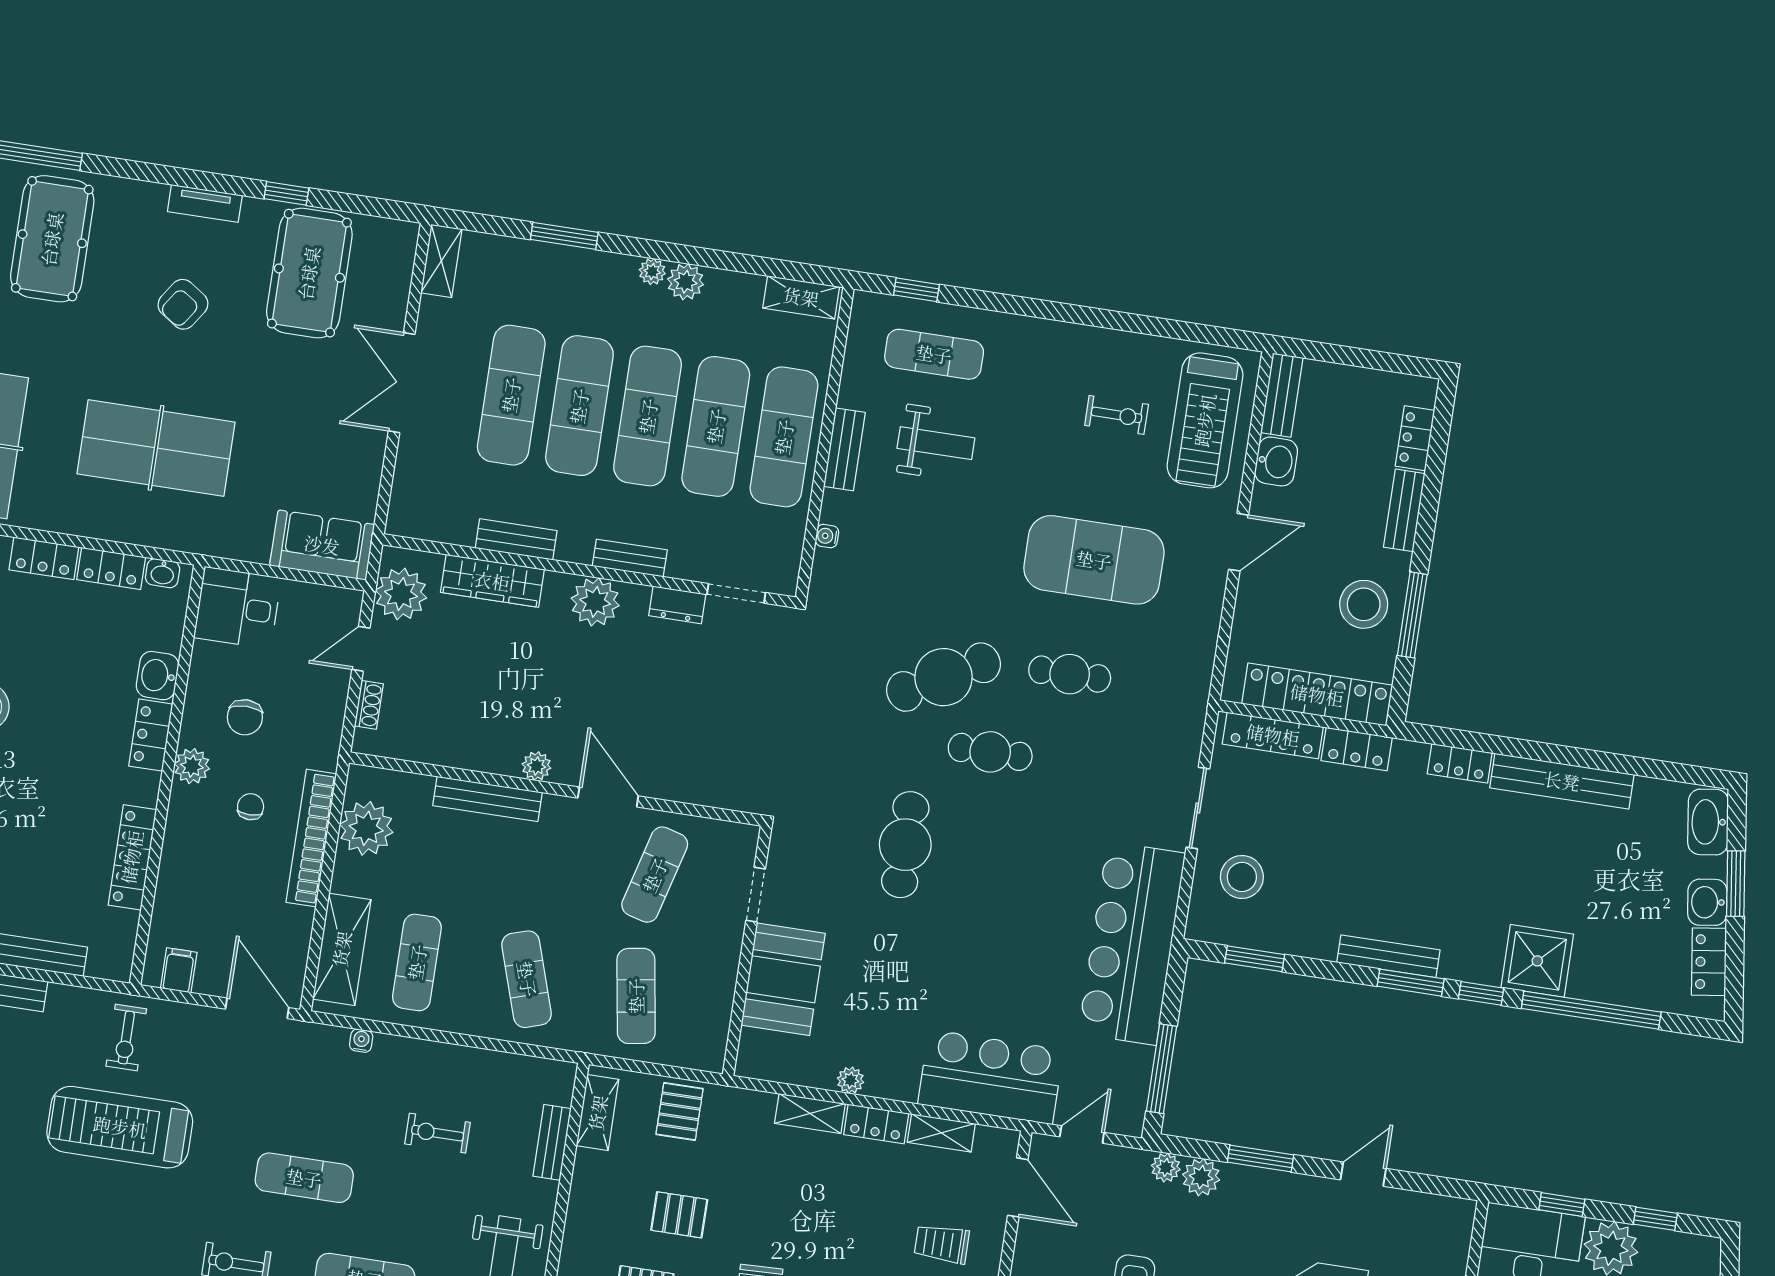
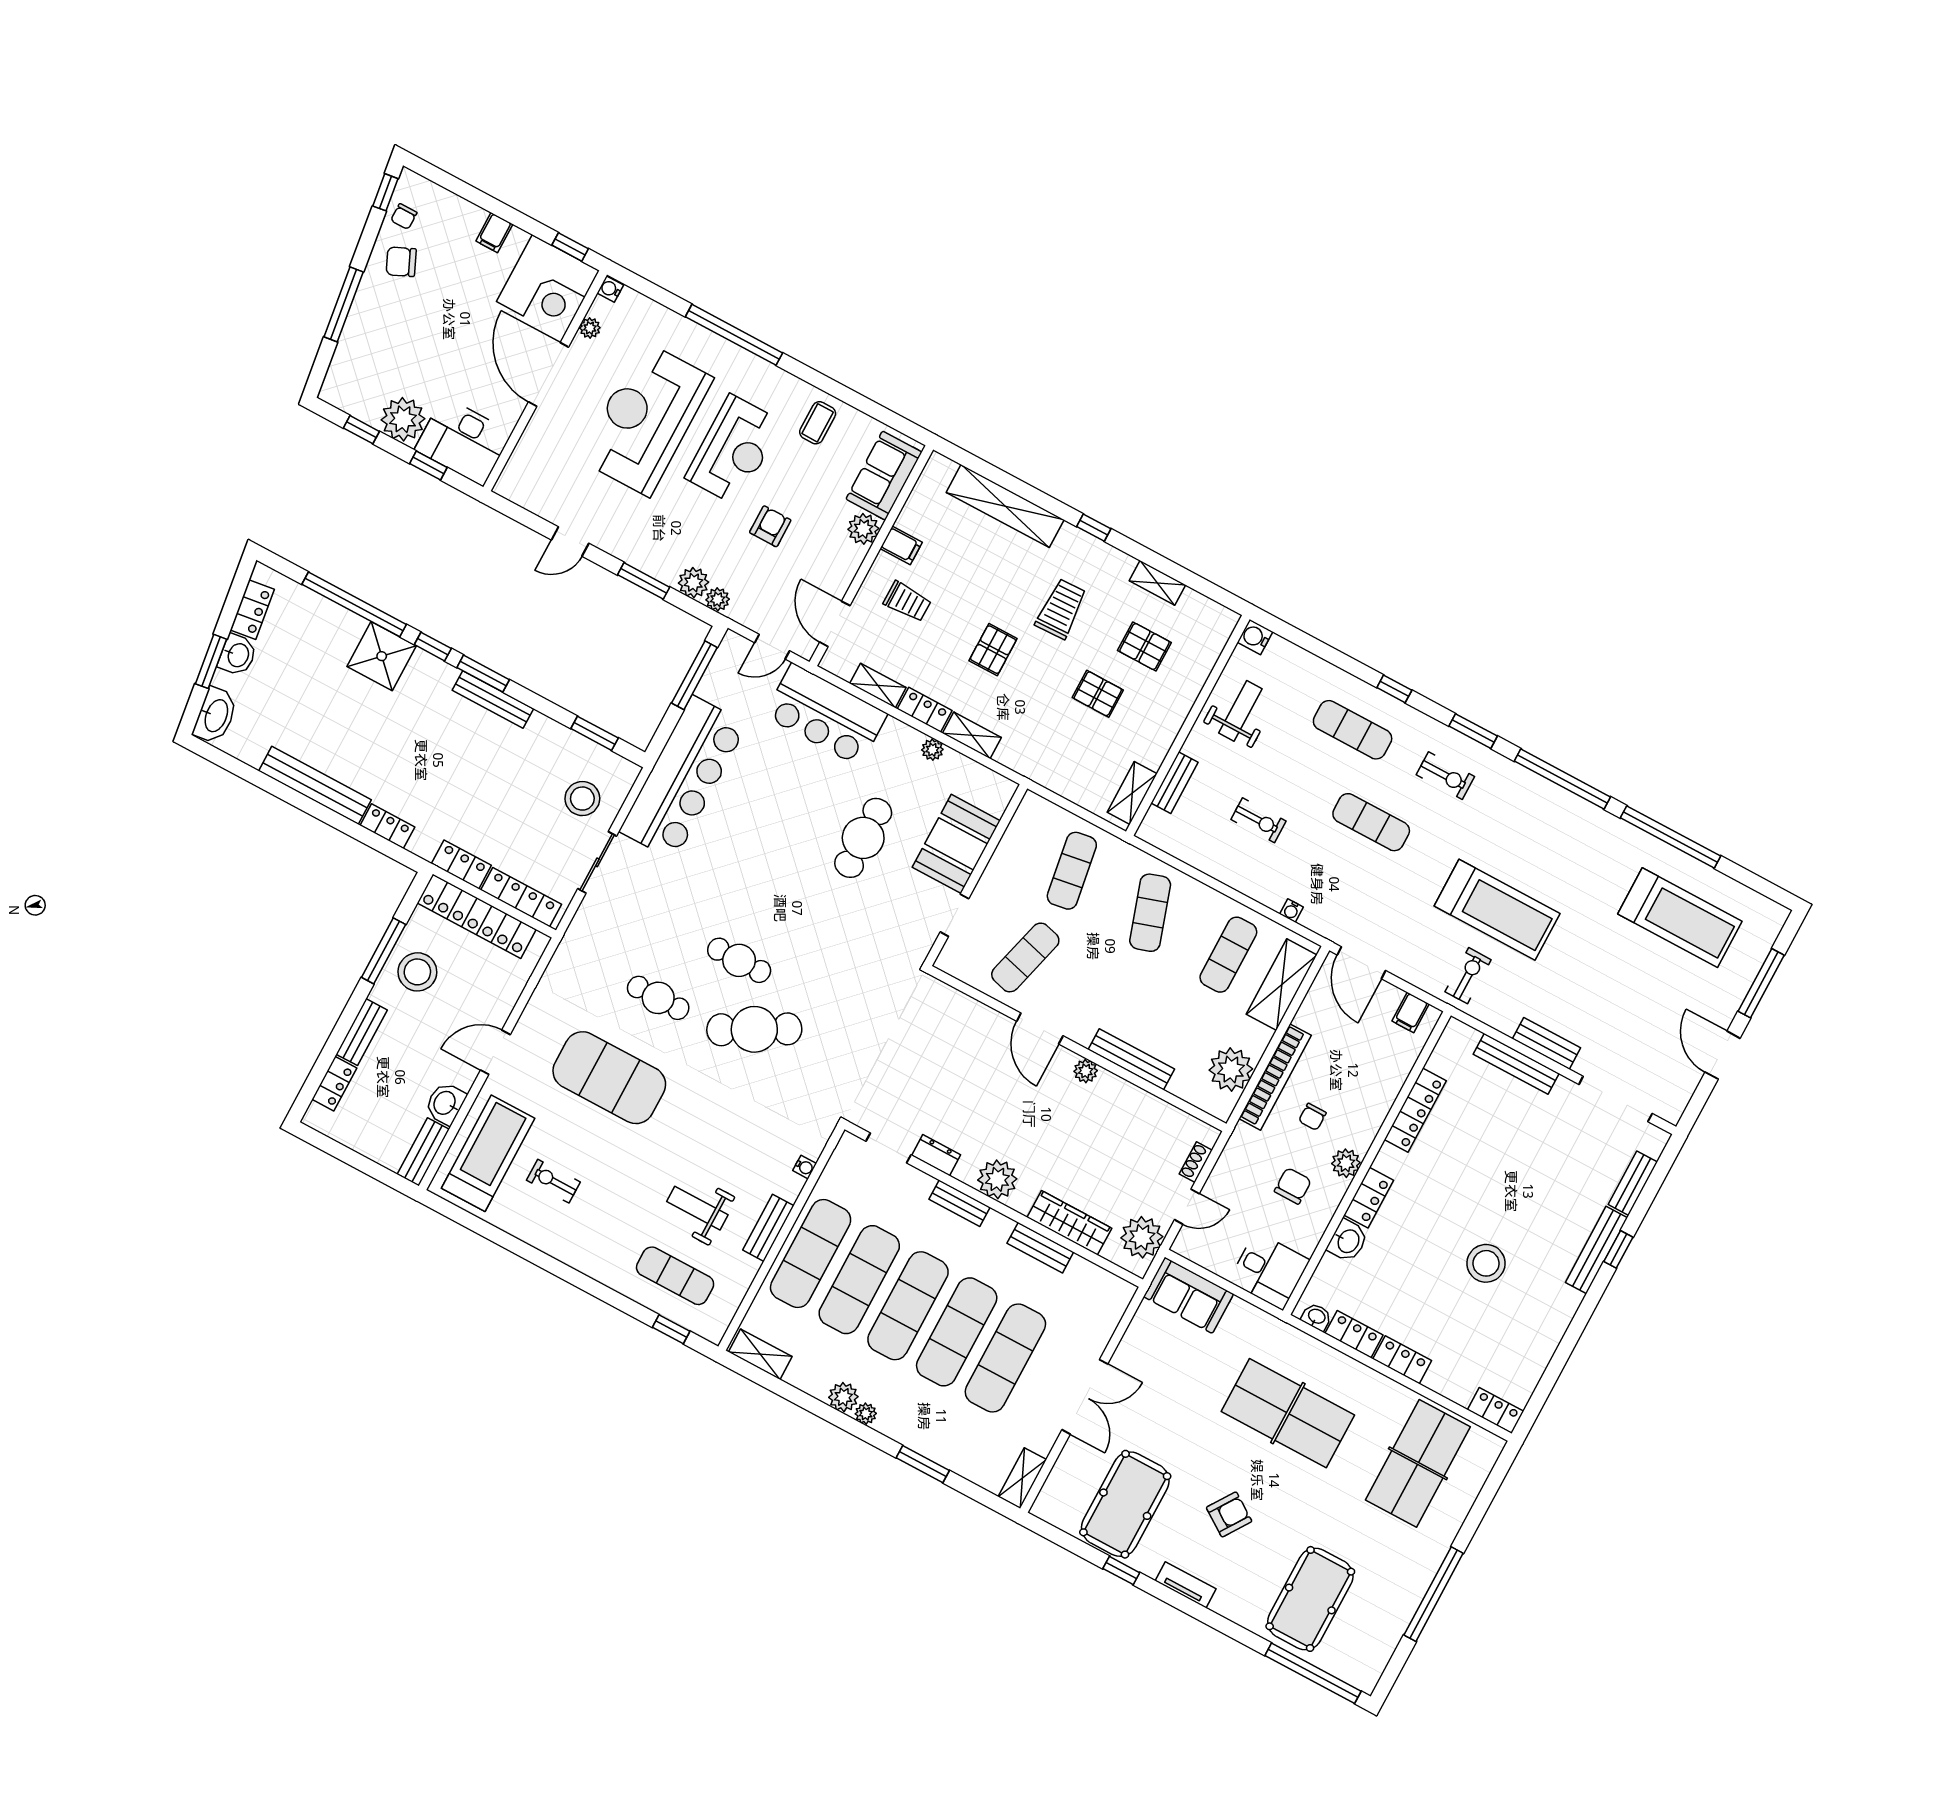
cafe table: (905, 845) -> (863, 838), moved
pallet: (680, 1111) -> (993, 650), moved

